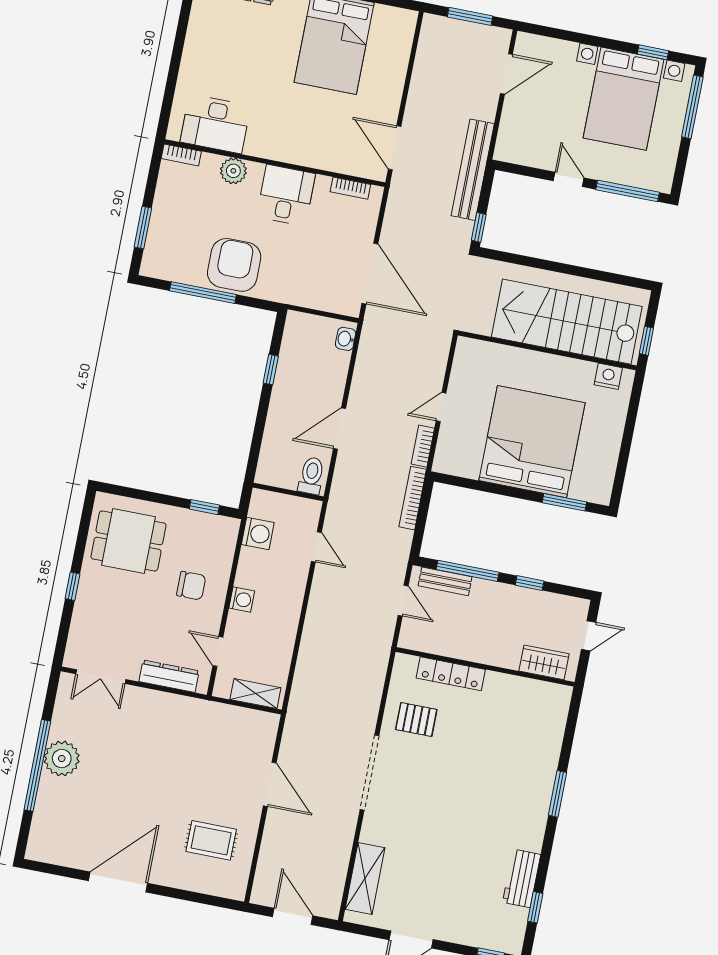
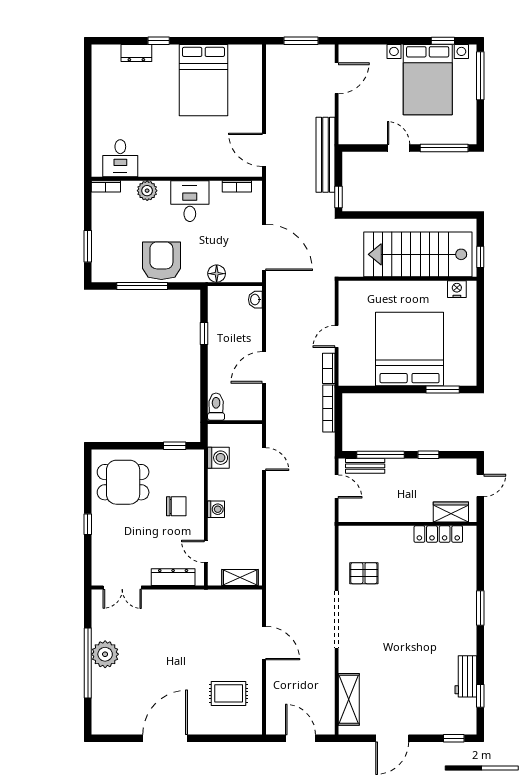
desk: (215, 124) -> (120, 158), width x0.73
floor lamp: (302, 295) -> (217, 274), added
toilet: (311, 476) -> (216, 407), moved
locker: (451, 674) -> (438, 534), moved

